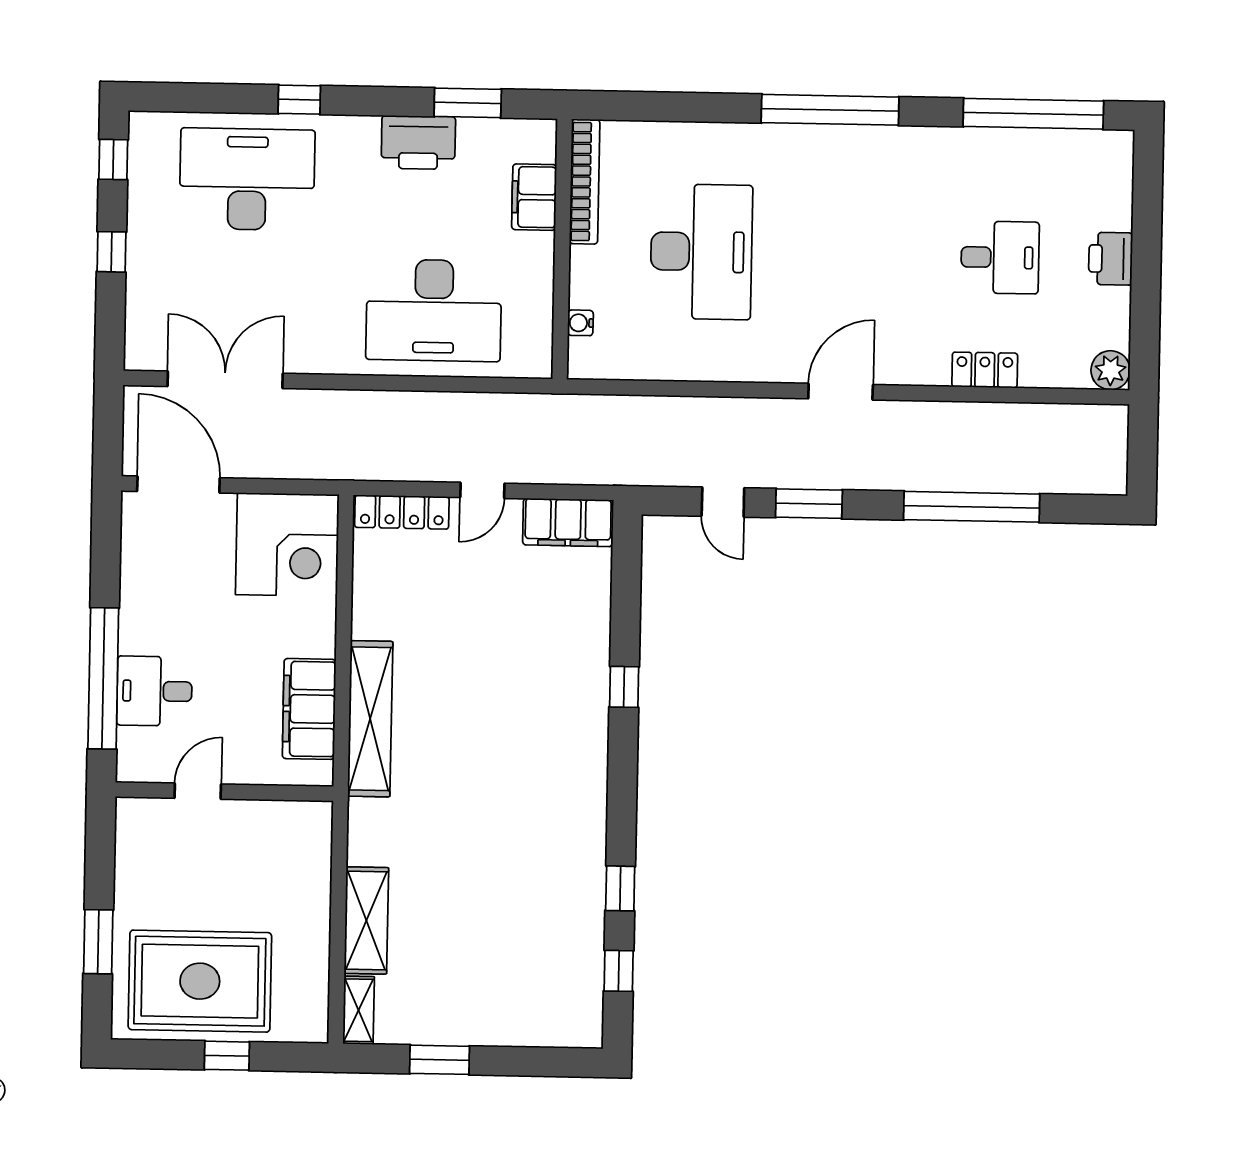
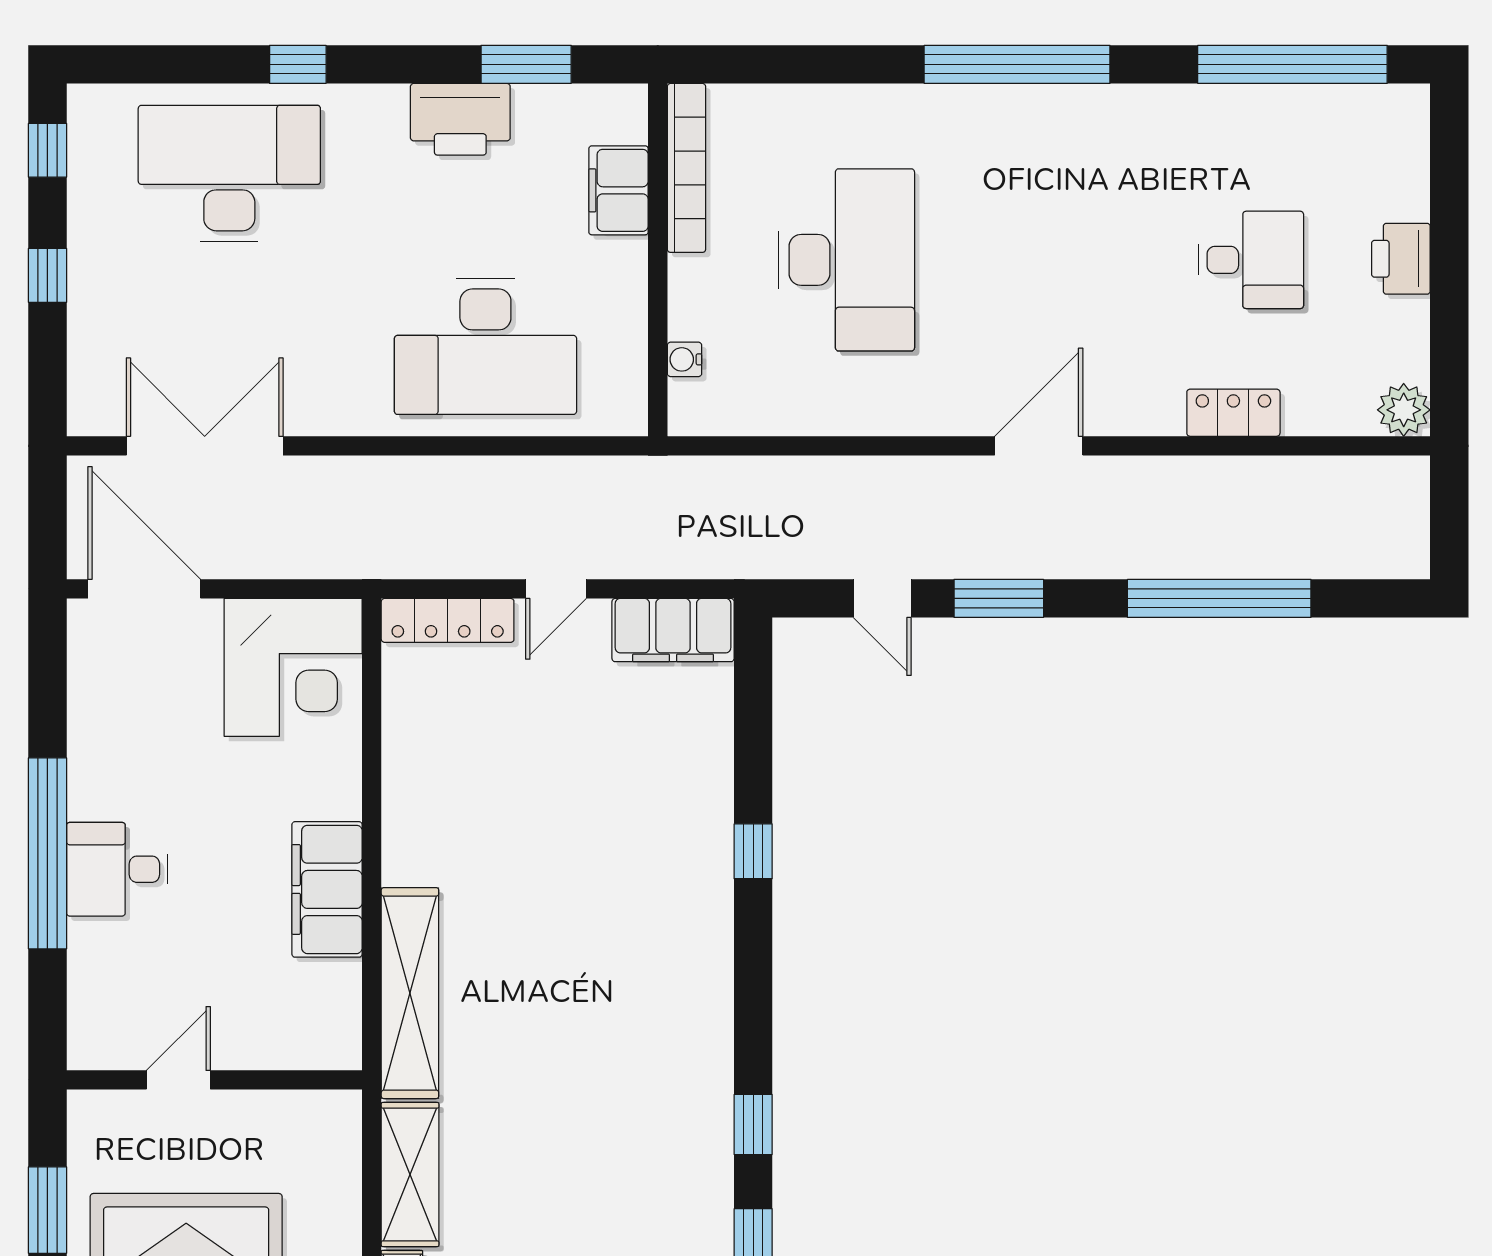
shelving: (370, 719) -> (410, 993), moved
door: (198, 791) -> (178, 1080), moved
wall: (224, 792) -> (214, 1080), moved

